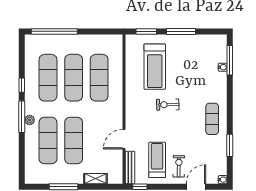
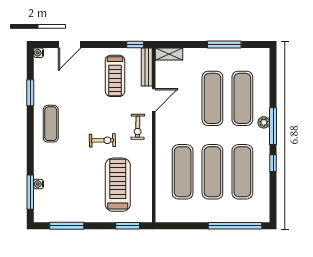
window: (181, 31) -> (67, 226), moved
exercise bike: (179, 166) -> (138, 127), moved
shelving: (95, 179) -> (169, 54), moved

